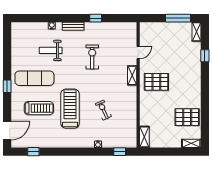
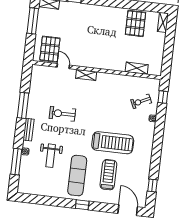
window: (41, 18) -> (16, 162), added
window: (96, 18) -> (23, 105), width x2.17
pallet: (156, 82) -> (50, 49), moved
treadmill: (70, 109) -> (113, 143), turned 180
exercise bike: (103, 110) -> (141, 101), moved
shelving: (144, 137) -> (137, 68), moved

